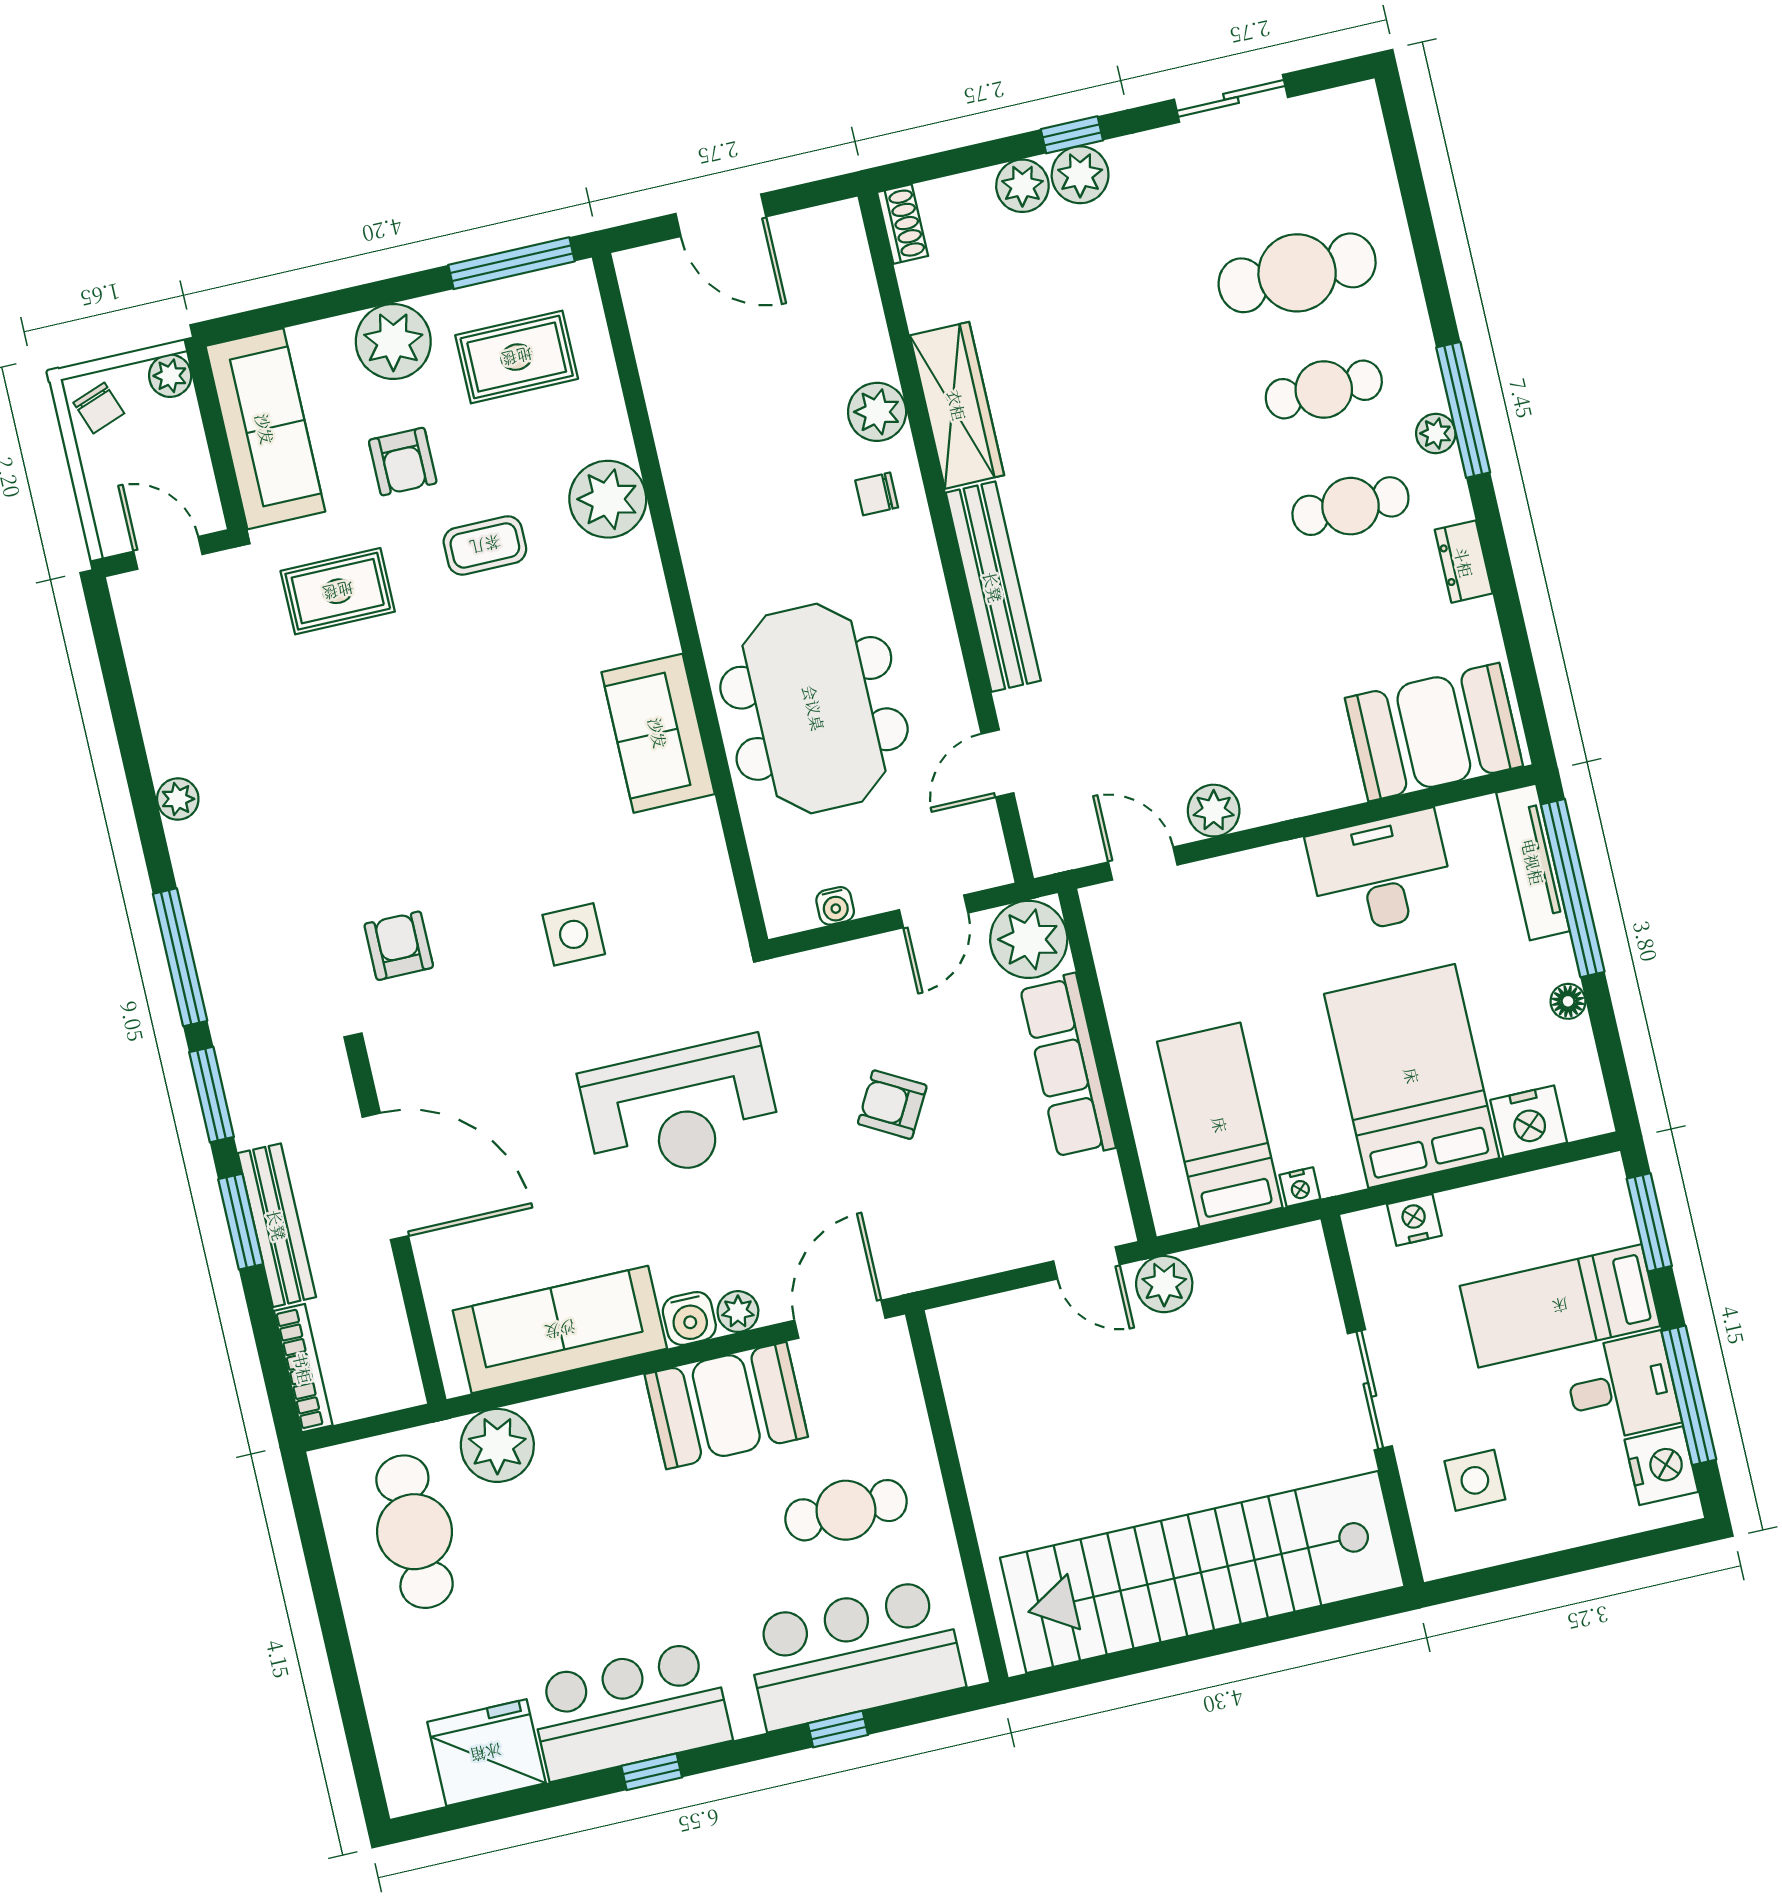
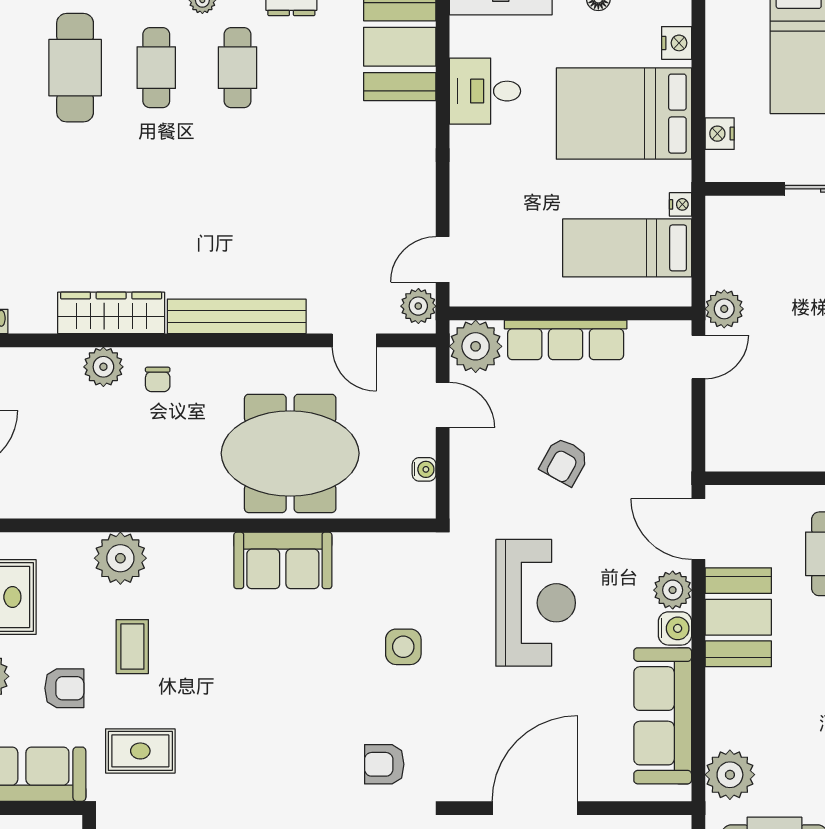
rug: (338, 591) -> (140, 751), turned 90
plant: (1214, 811) -> (418, 306), moved
desk: (1381, 873) -> (485, 91), width x0.73
nightstand: (1529, 1121) -> (677, 43), width x0.74, depth x0.75
plant: (738, 1312) -> (673, 590), width x1.38, depth x1.38

